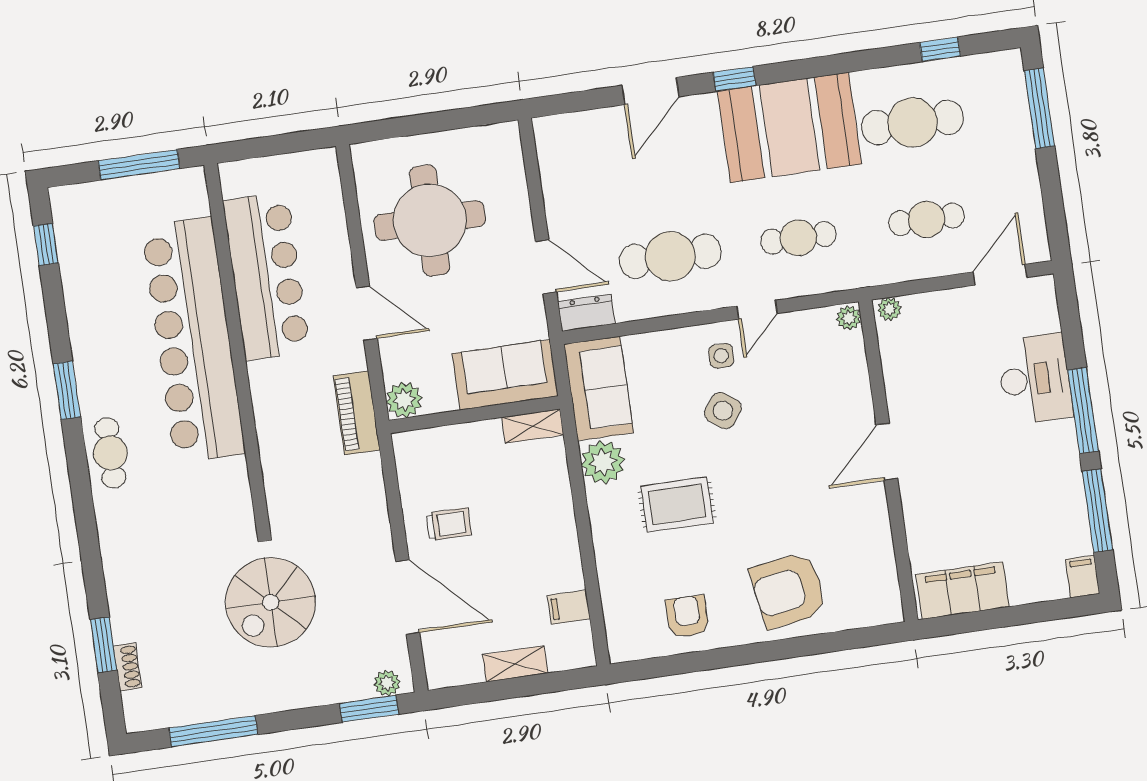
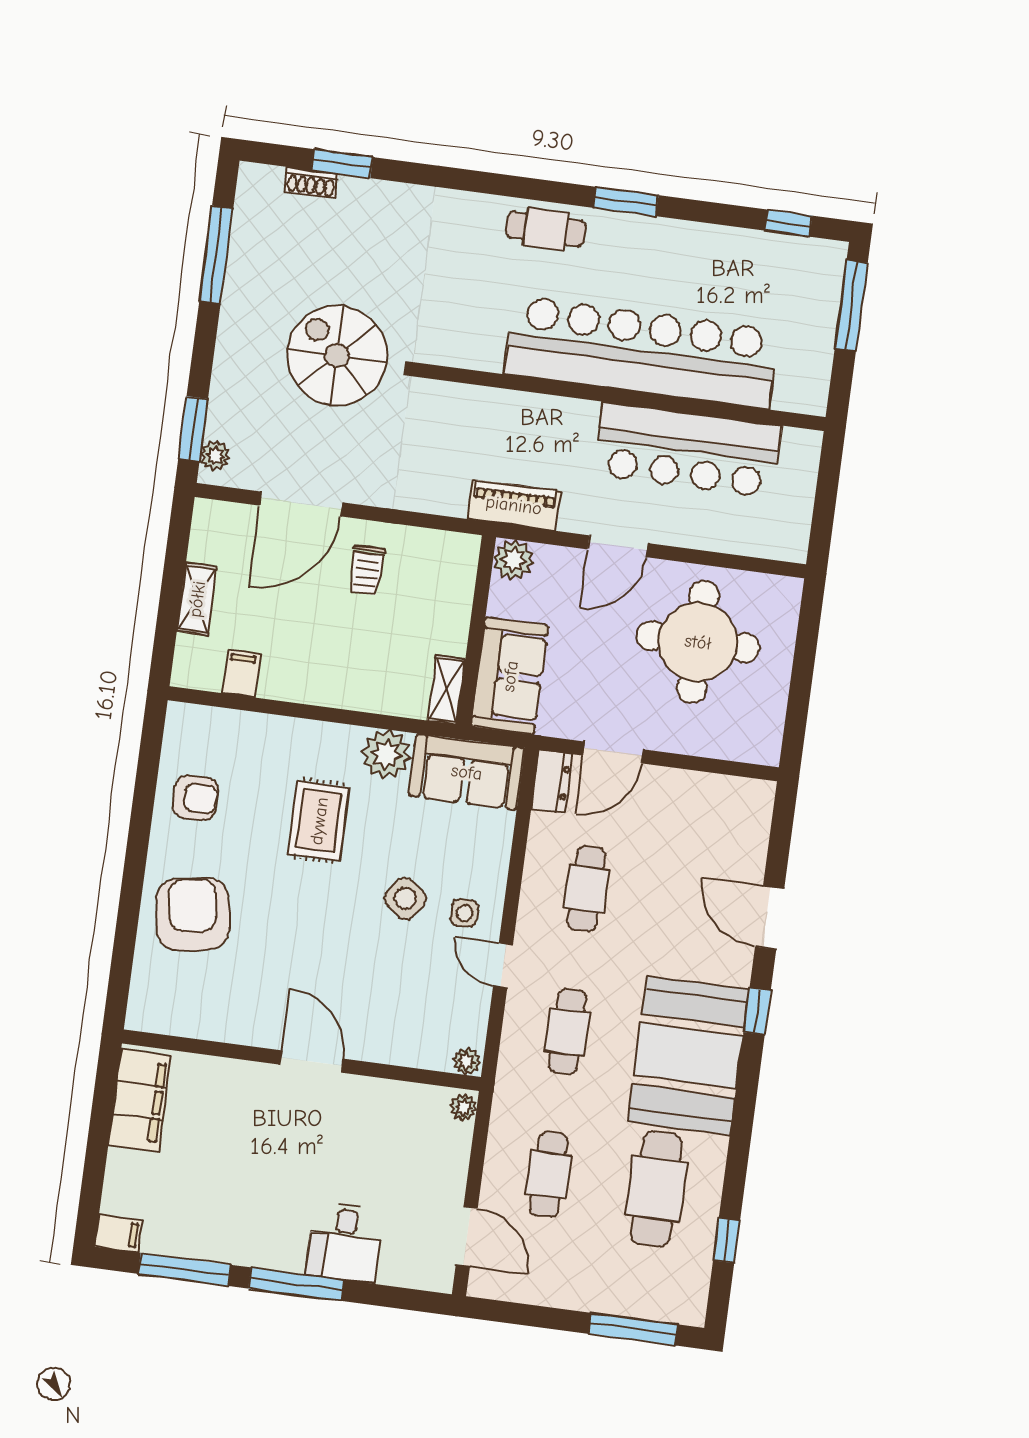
window: (139, 165) -> (851, 306), moved
cafe table: (670, 256) -> (587, 889), width x0.73, depth x0.74
desk: (1035, 379) -> (344, 1242), width x0.73

